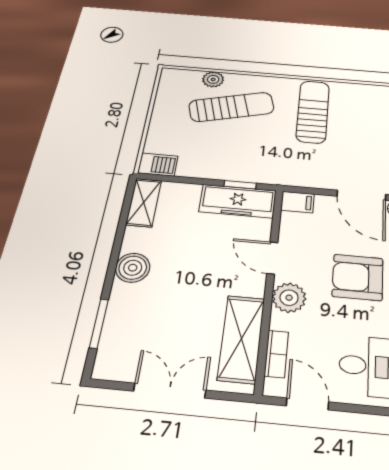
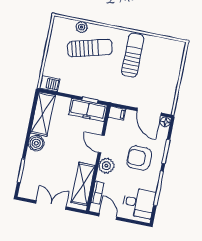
shelving: (144, 202) -> (43, 114), width x1.50, depth x1.33

